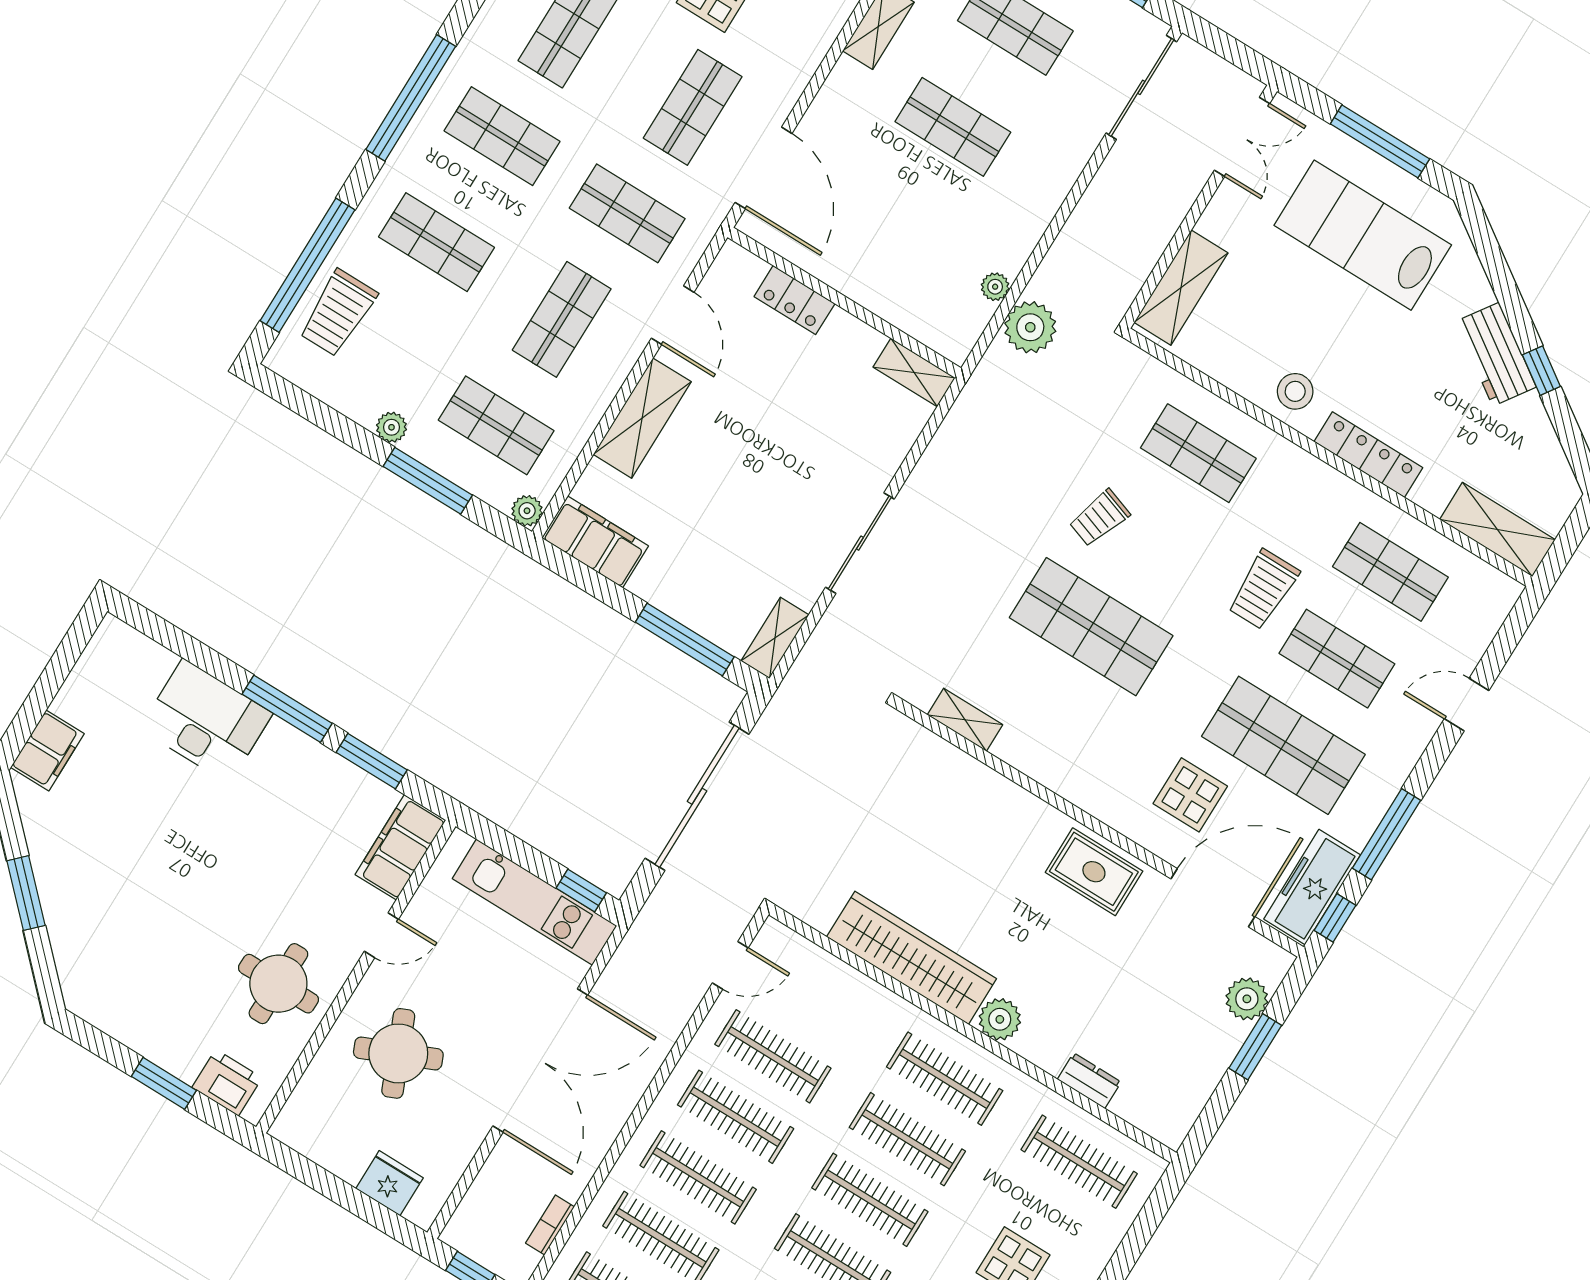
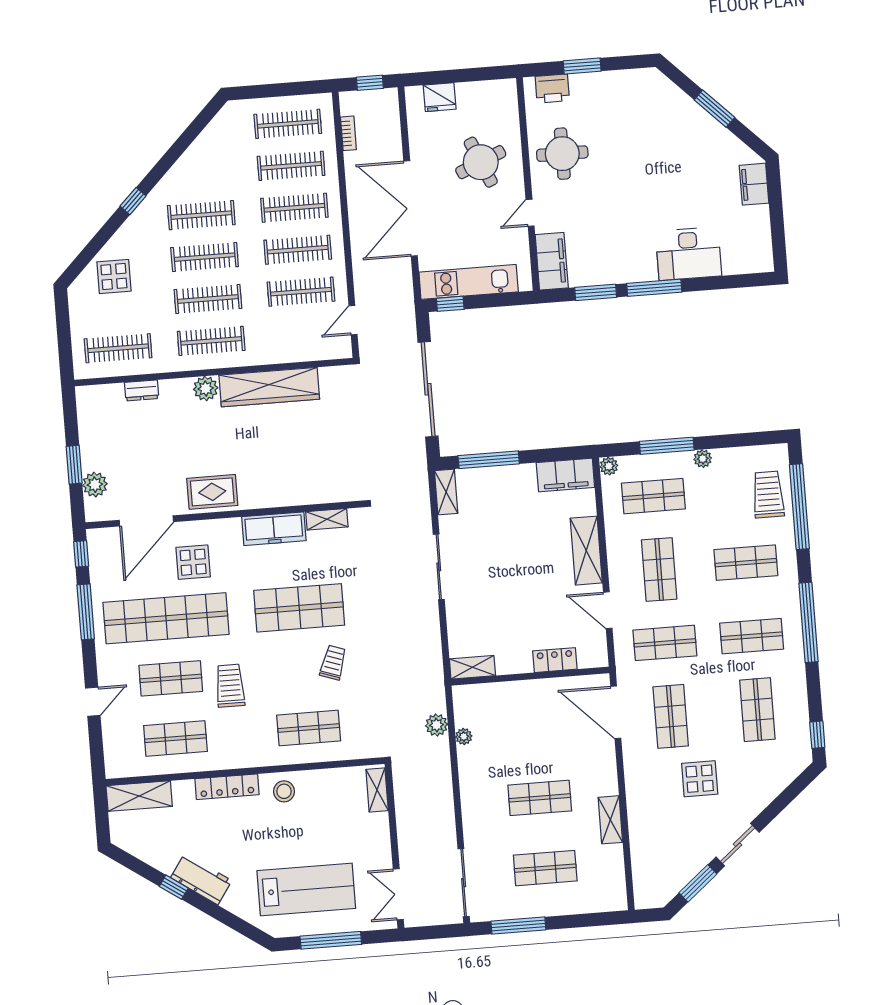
shelving: (1181, 288) -> (377, 790), width x0.67, depth x0.75
plant: (1030, 327) -> (437, 725), width x0.73, depth x0.73
shop shelf: (1283, 745) -> (166, 618), width x1.40
freezer: (1312, 887) -> (274, 529), moved, turned 90

